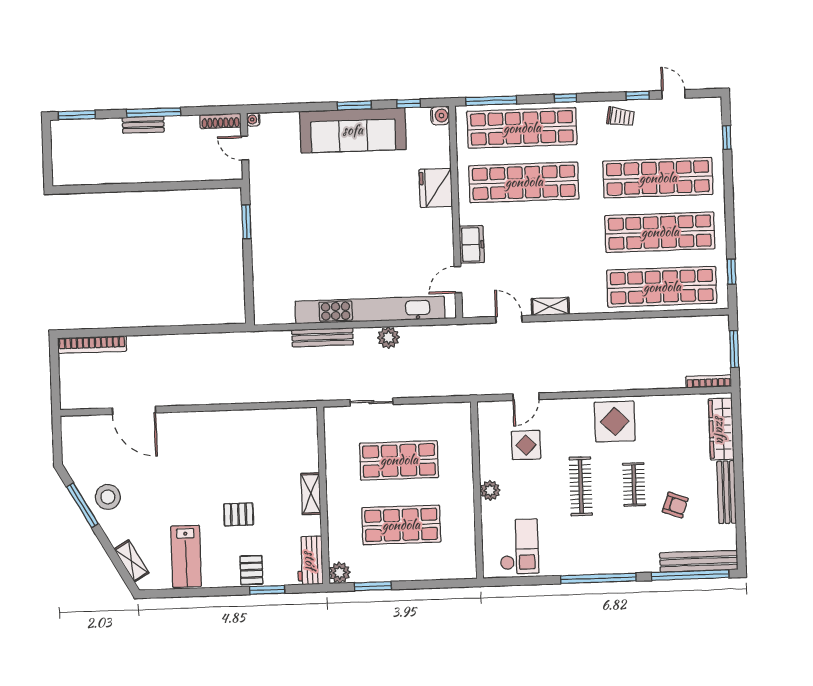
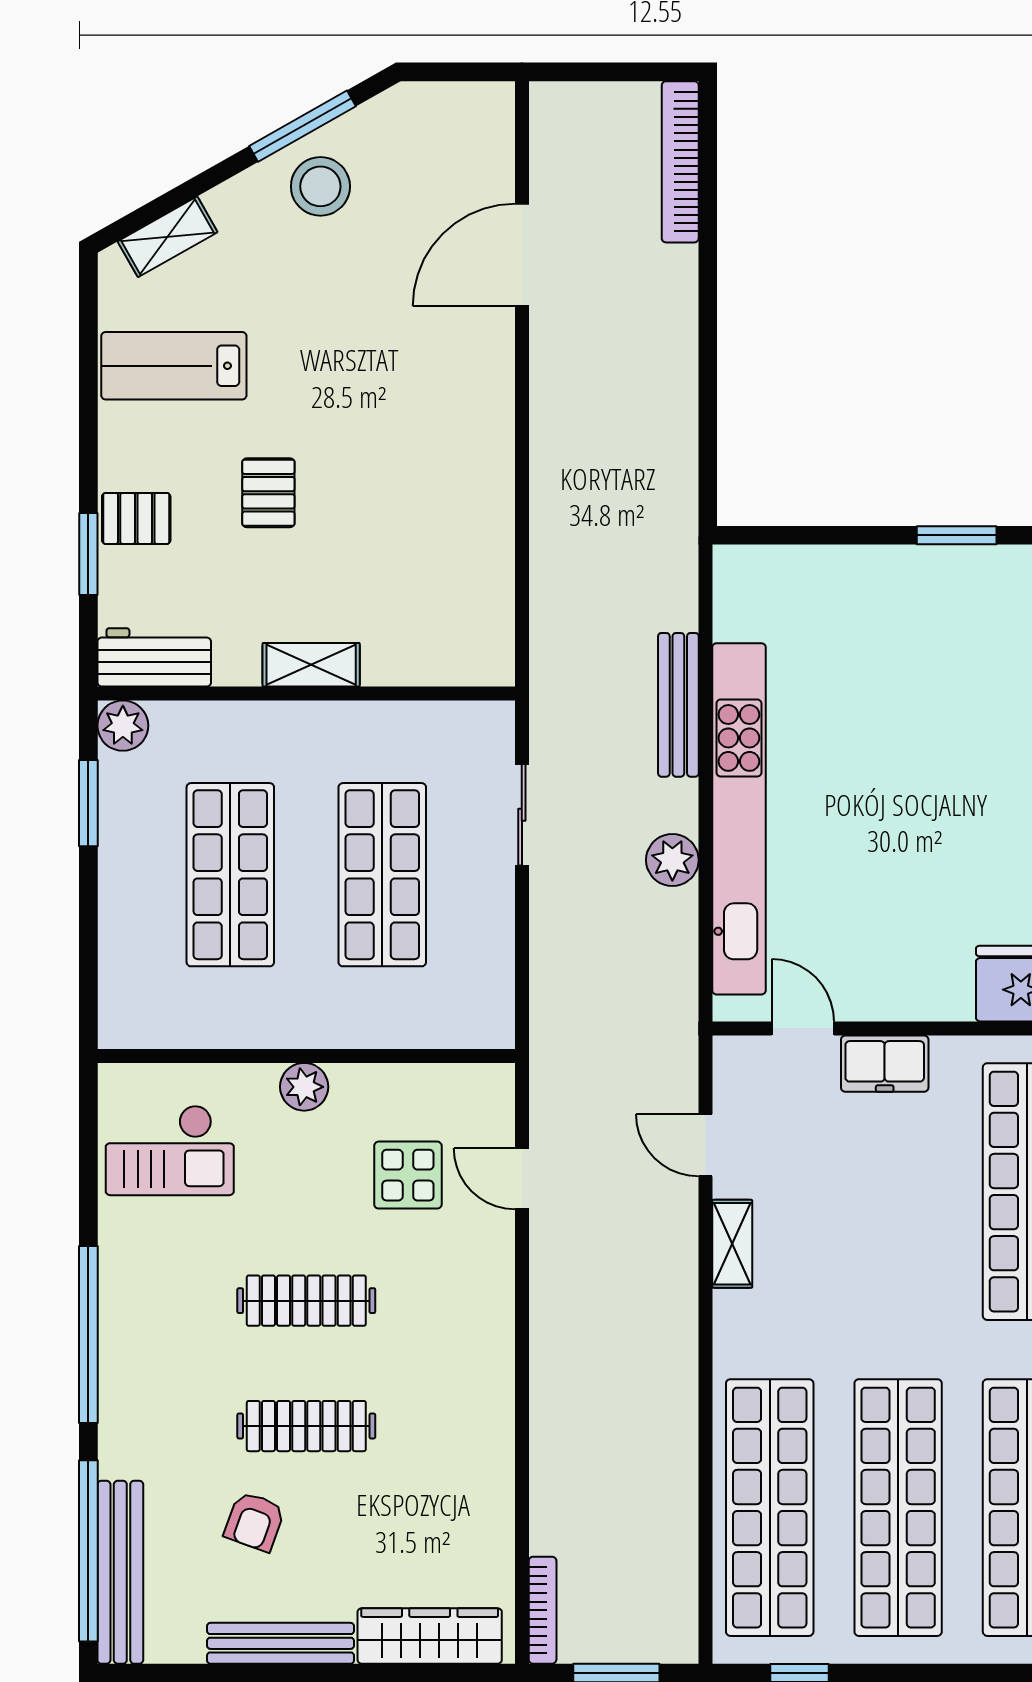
door: (509, 319) -> (705, 1145), swing flipped
display table: (615, 421) -> (456, 1386), removed
clothes rail: (634, 484) -> (306, 1426), width x1.36

